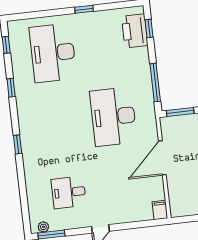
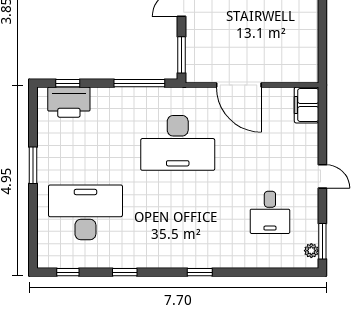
window: (84, 9) -> (33, 165), width x1.50
desk: (53, 53) -> (85, 212), turned 180
filing cabinet: (160, 210) -> (307, 105), width x2.00

